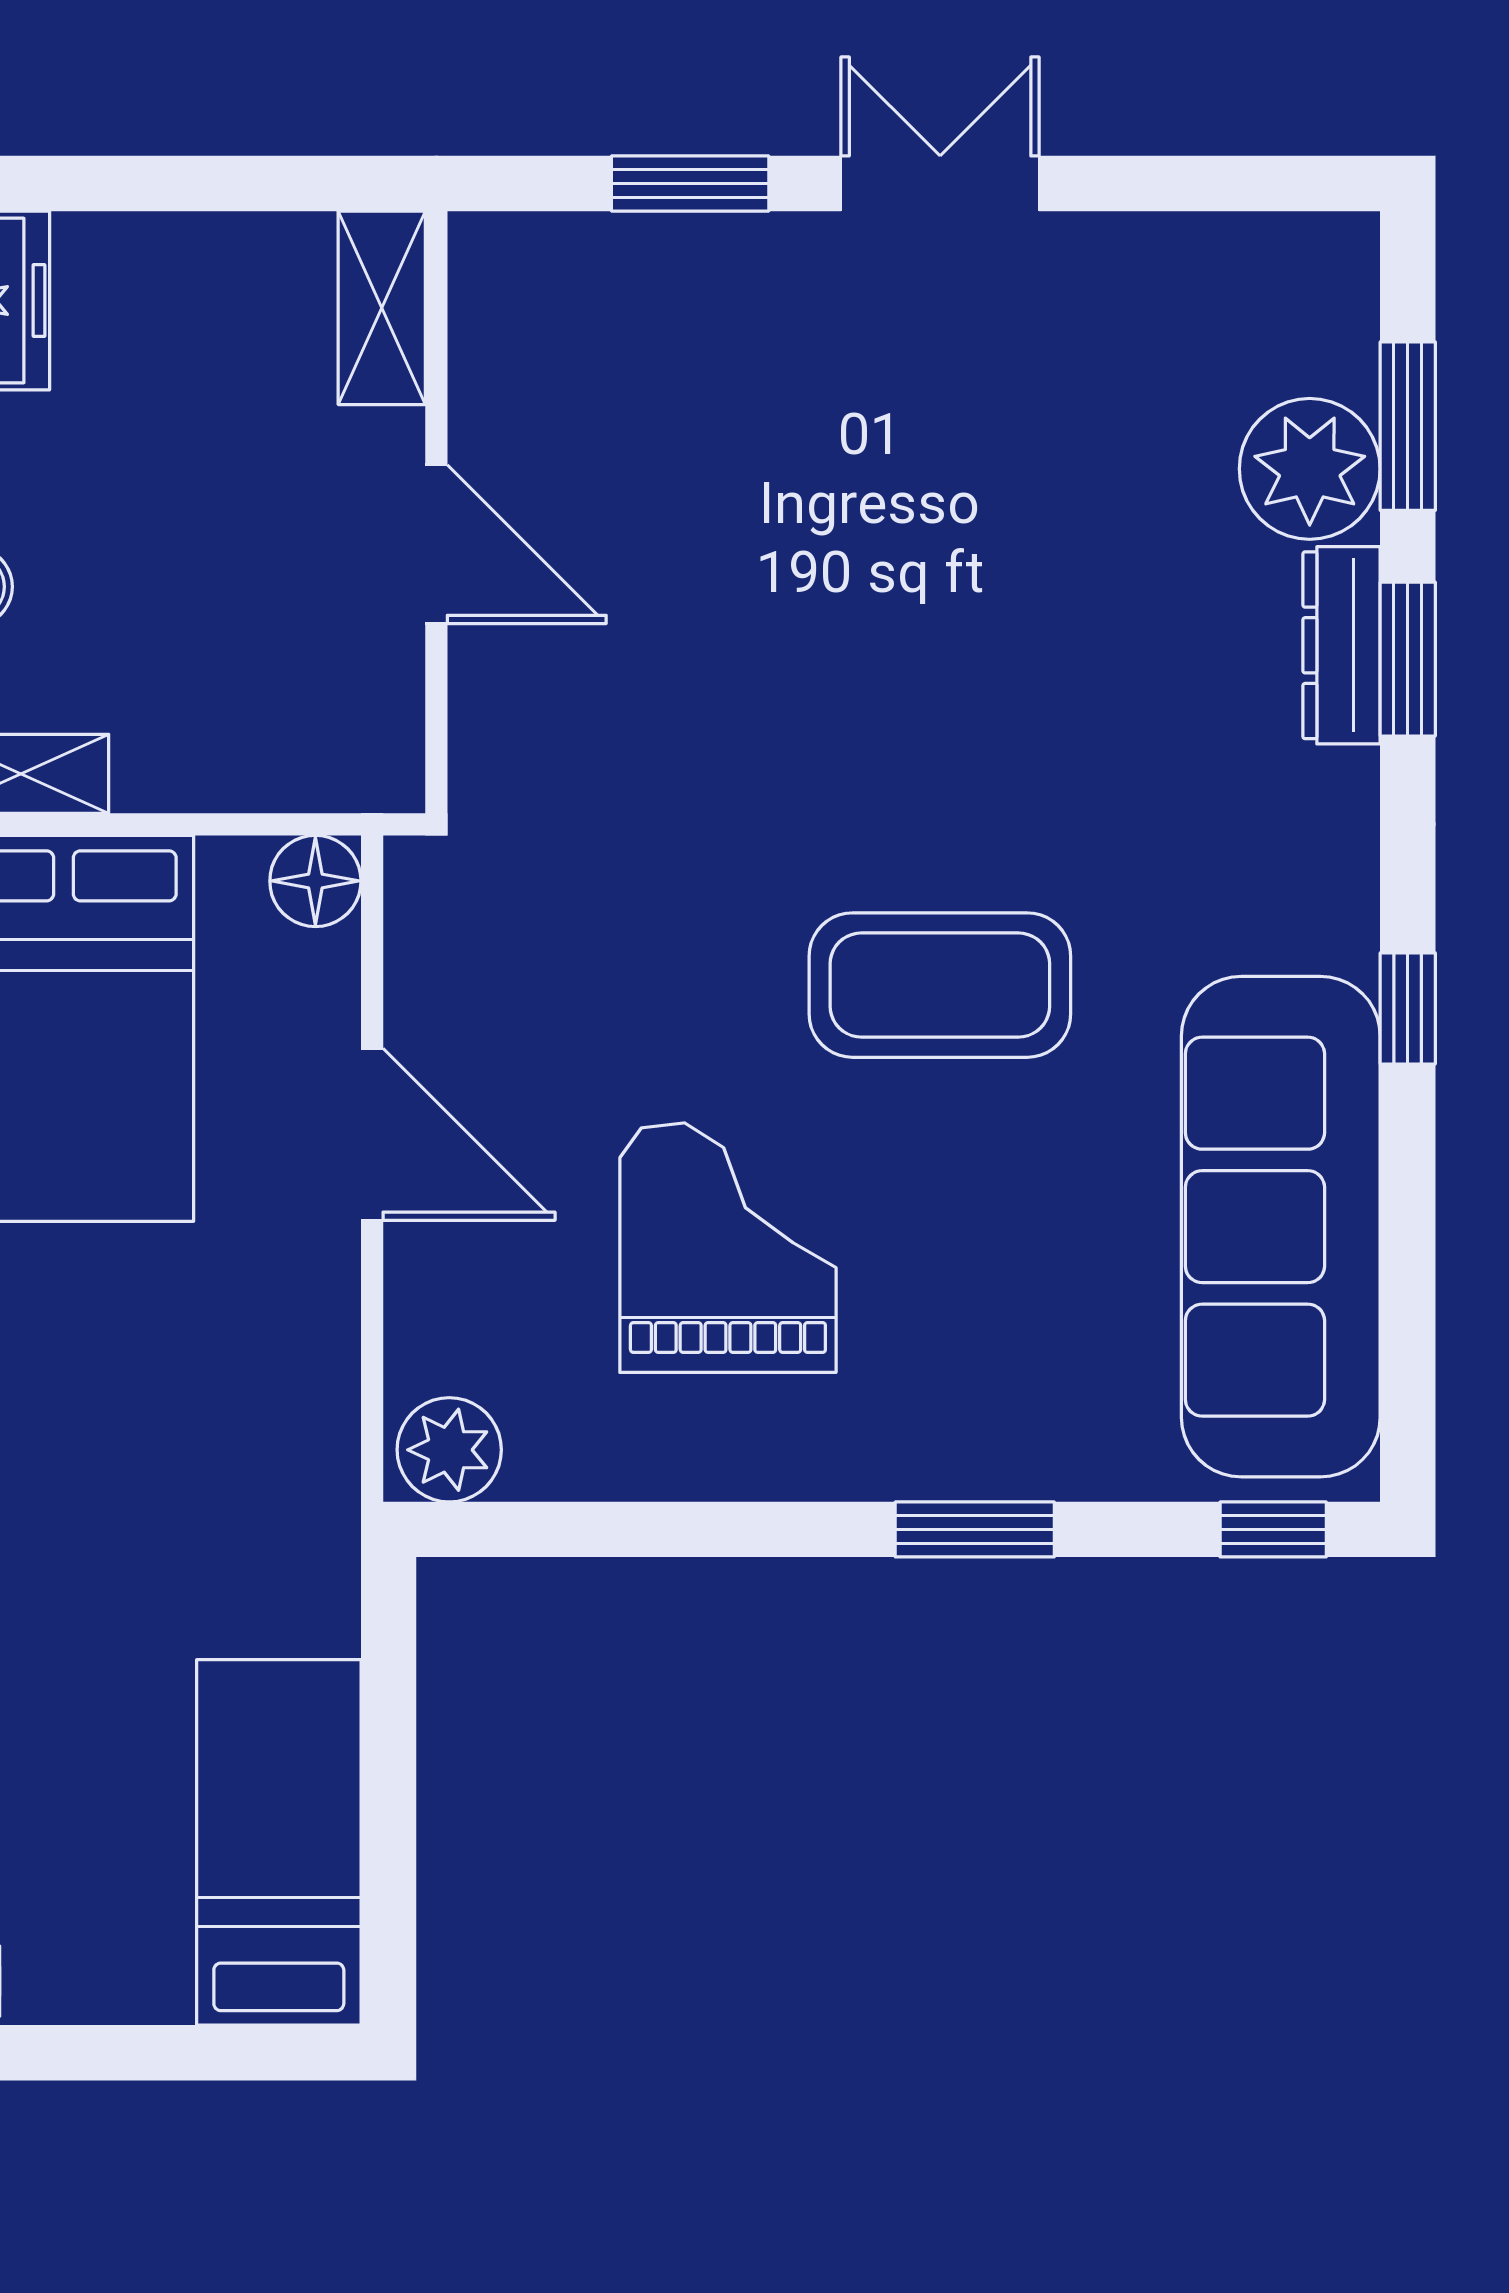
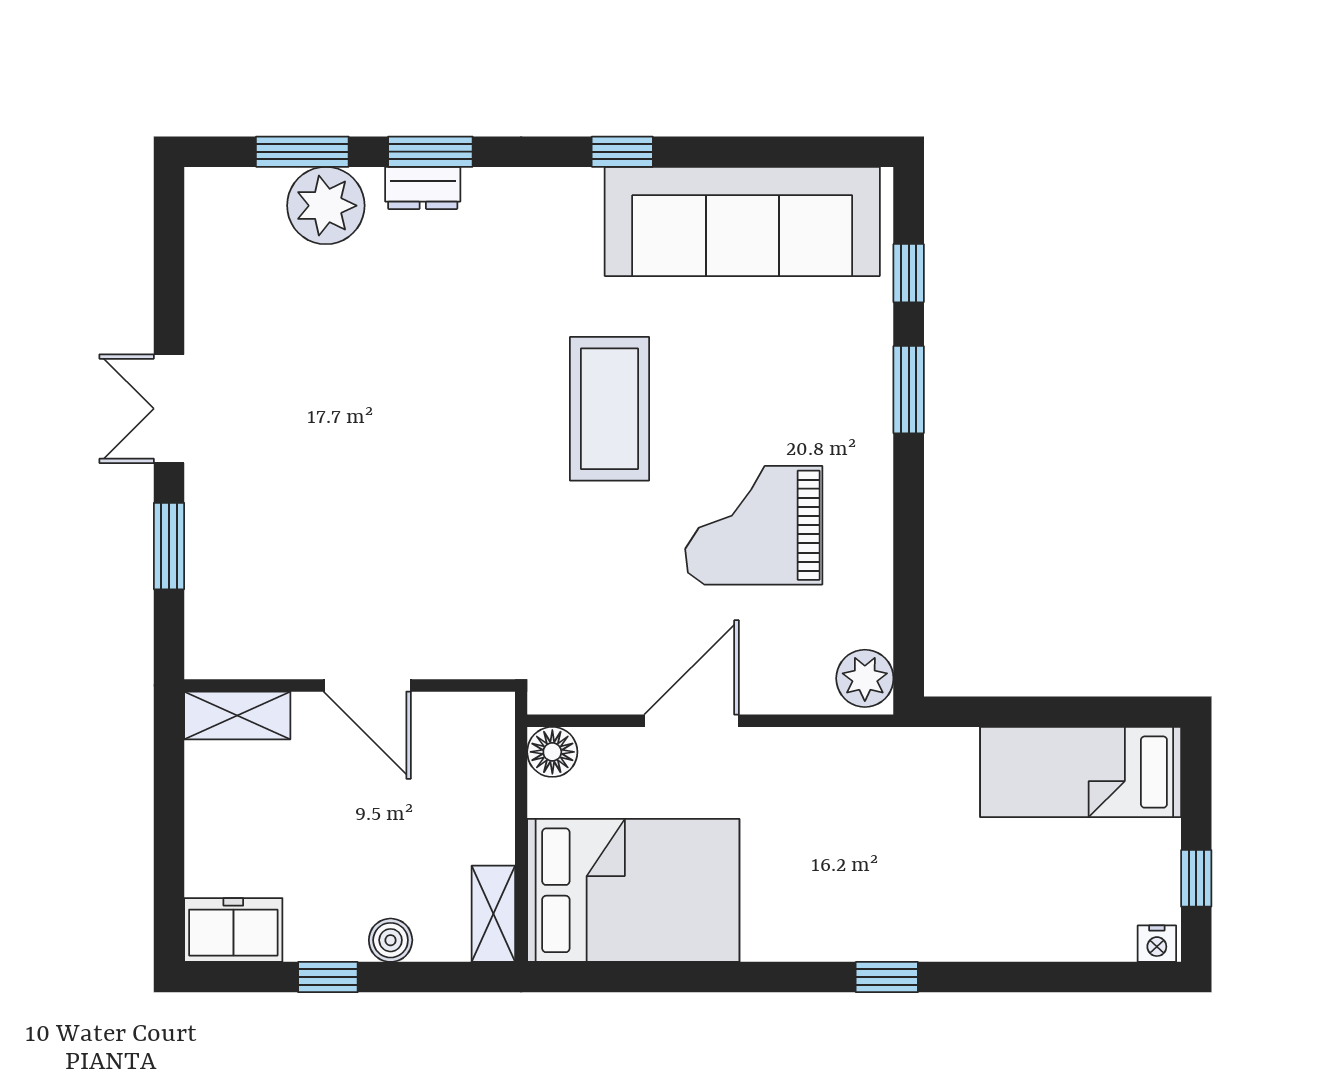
door: (436, 544) -> (367, 685), swing flipped
dresser: (1342, 645) -> (423, 188), width x0.70
window: (1273, 1529) -> (909, 273), moved
window: (85, 2053) -> (1196, 878), added

